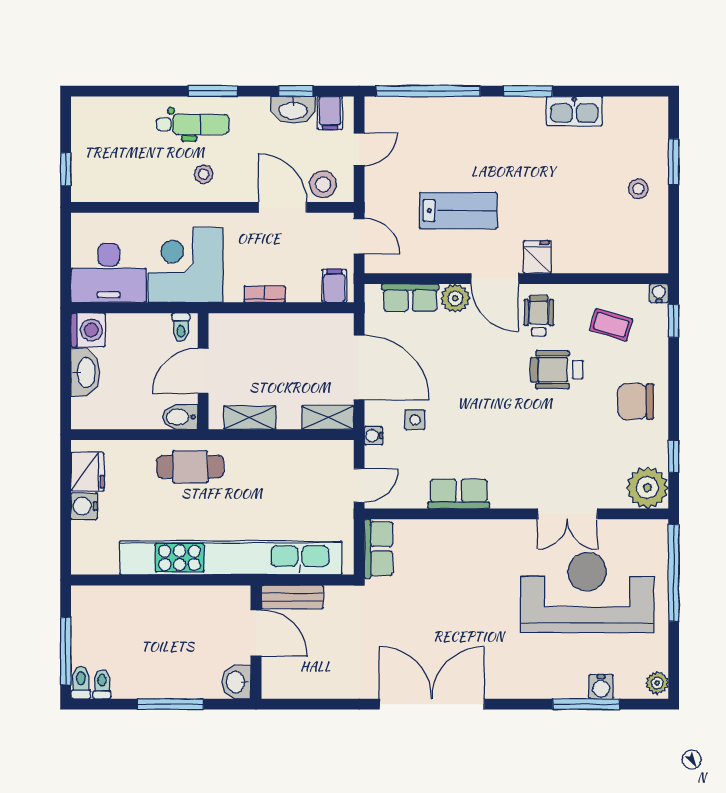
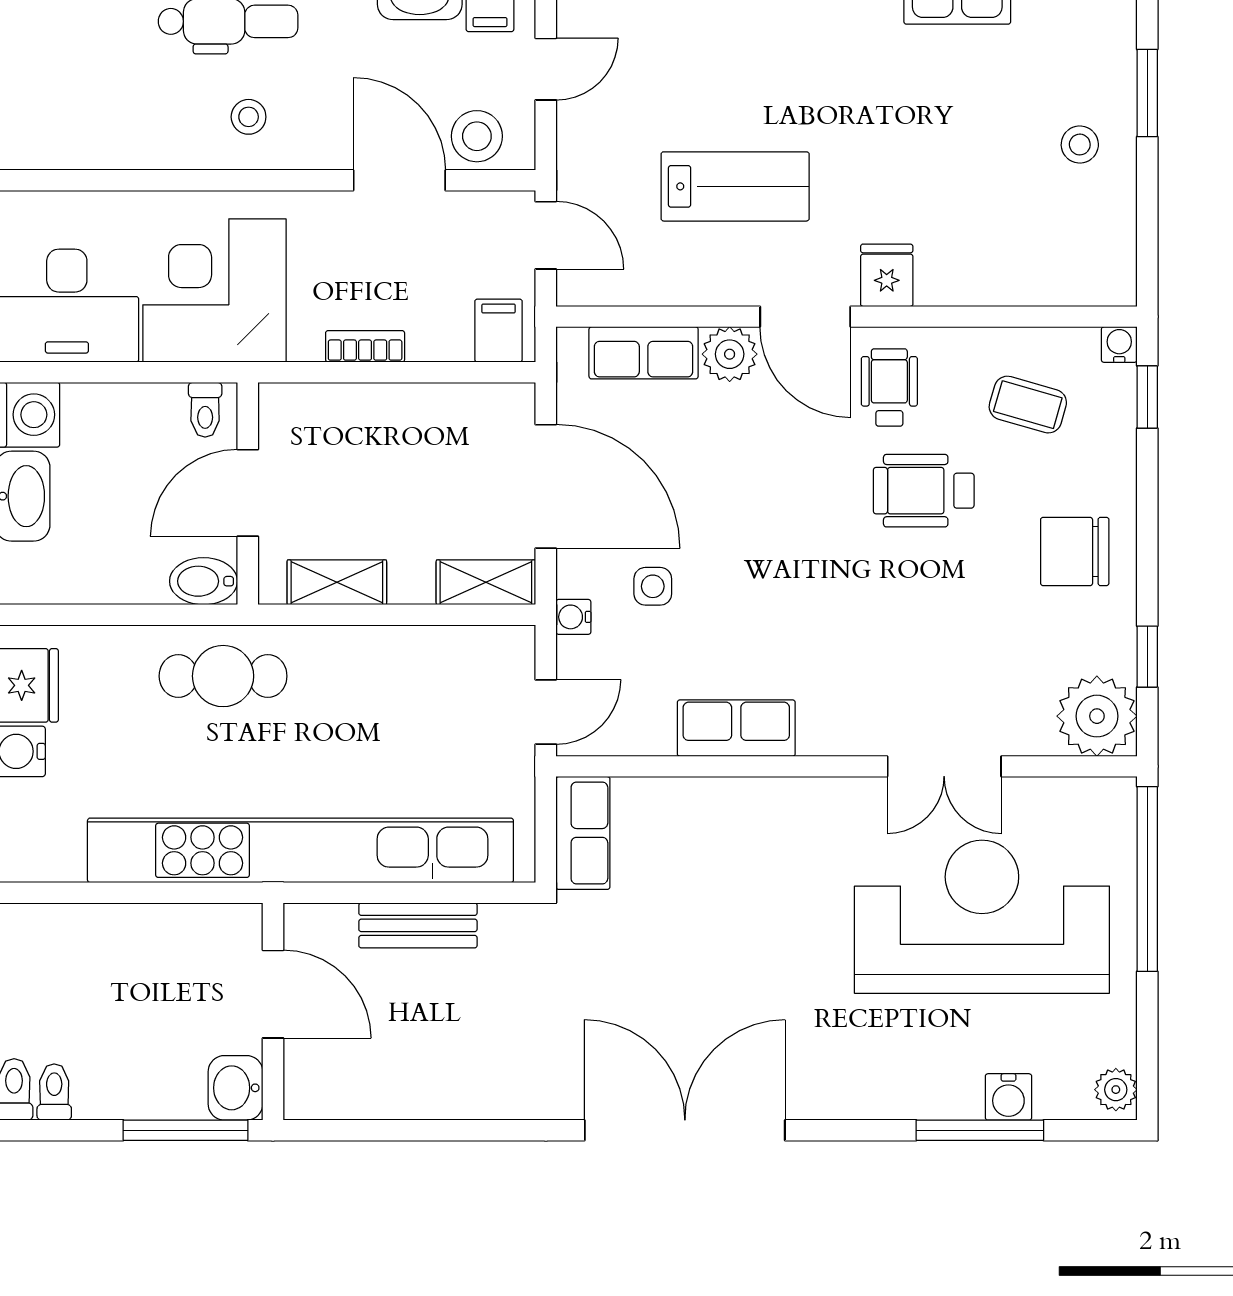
door: (256, 633) -> (273, 994), moved
wall: (256, 642) -> (273, 1011), moved
washbasin: (236, 682) -> (235, 1088), moved

